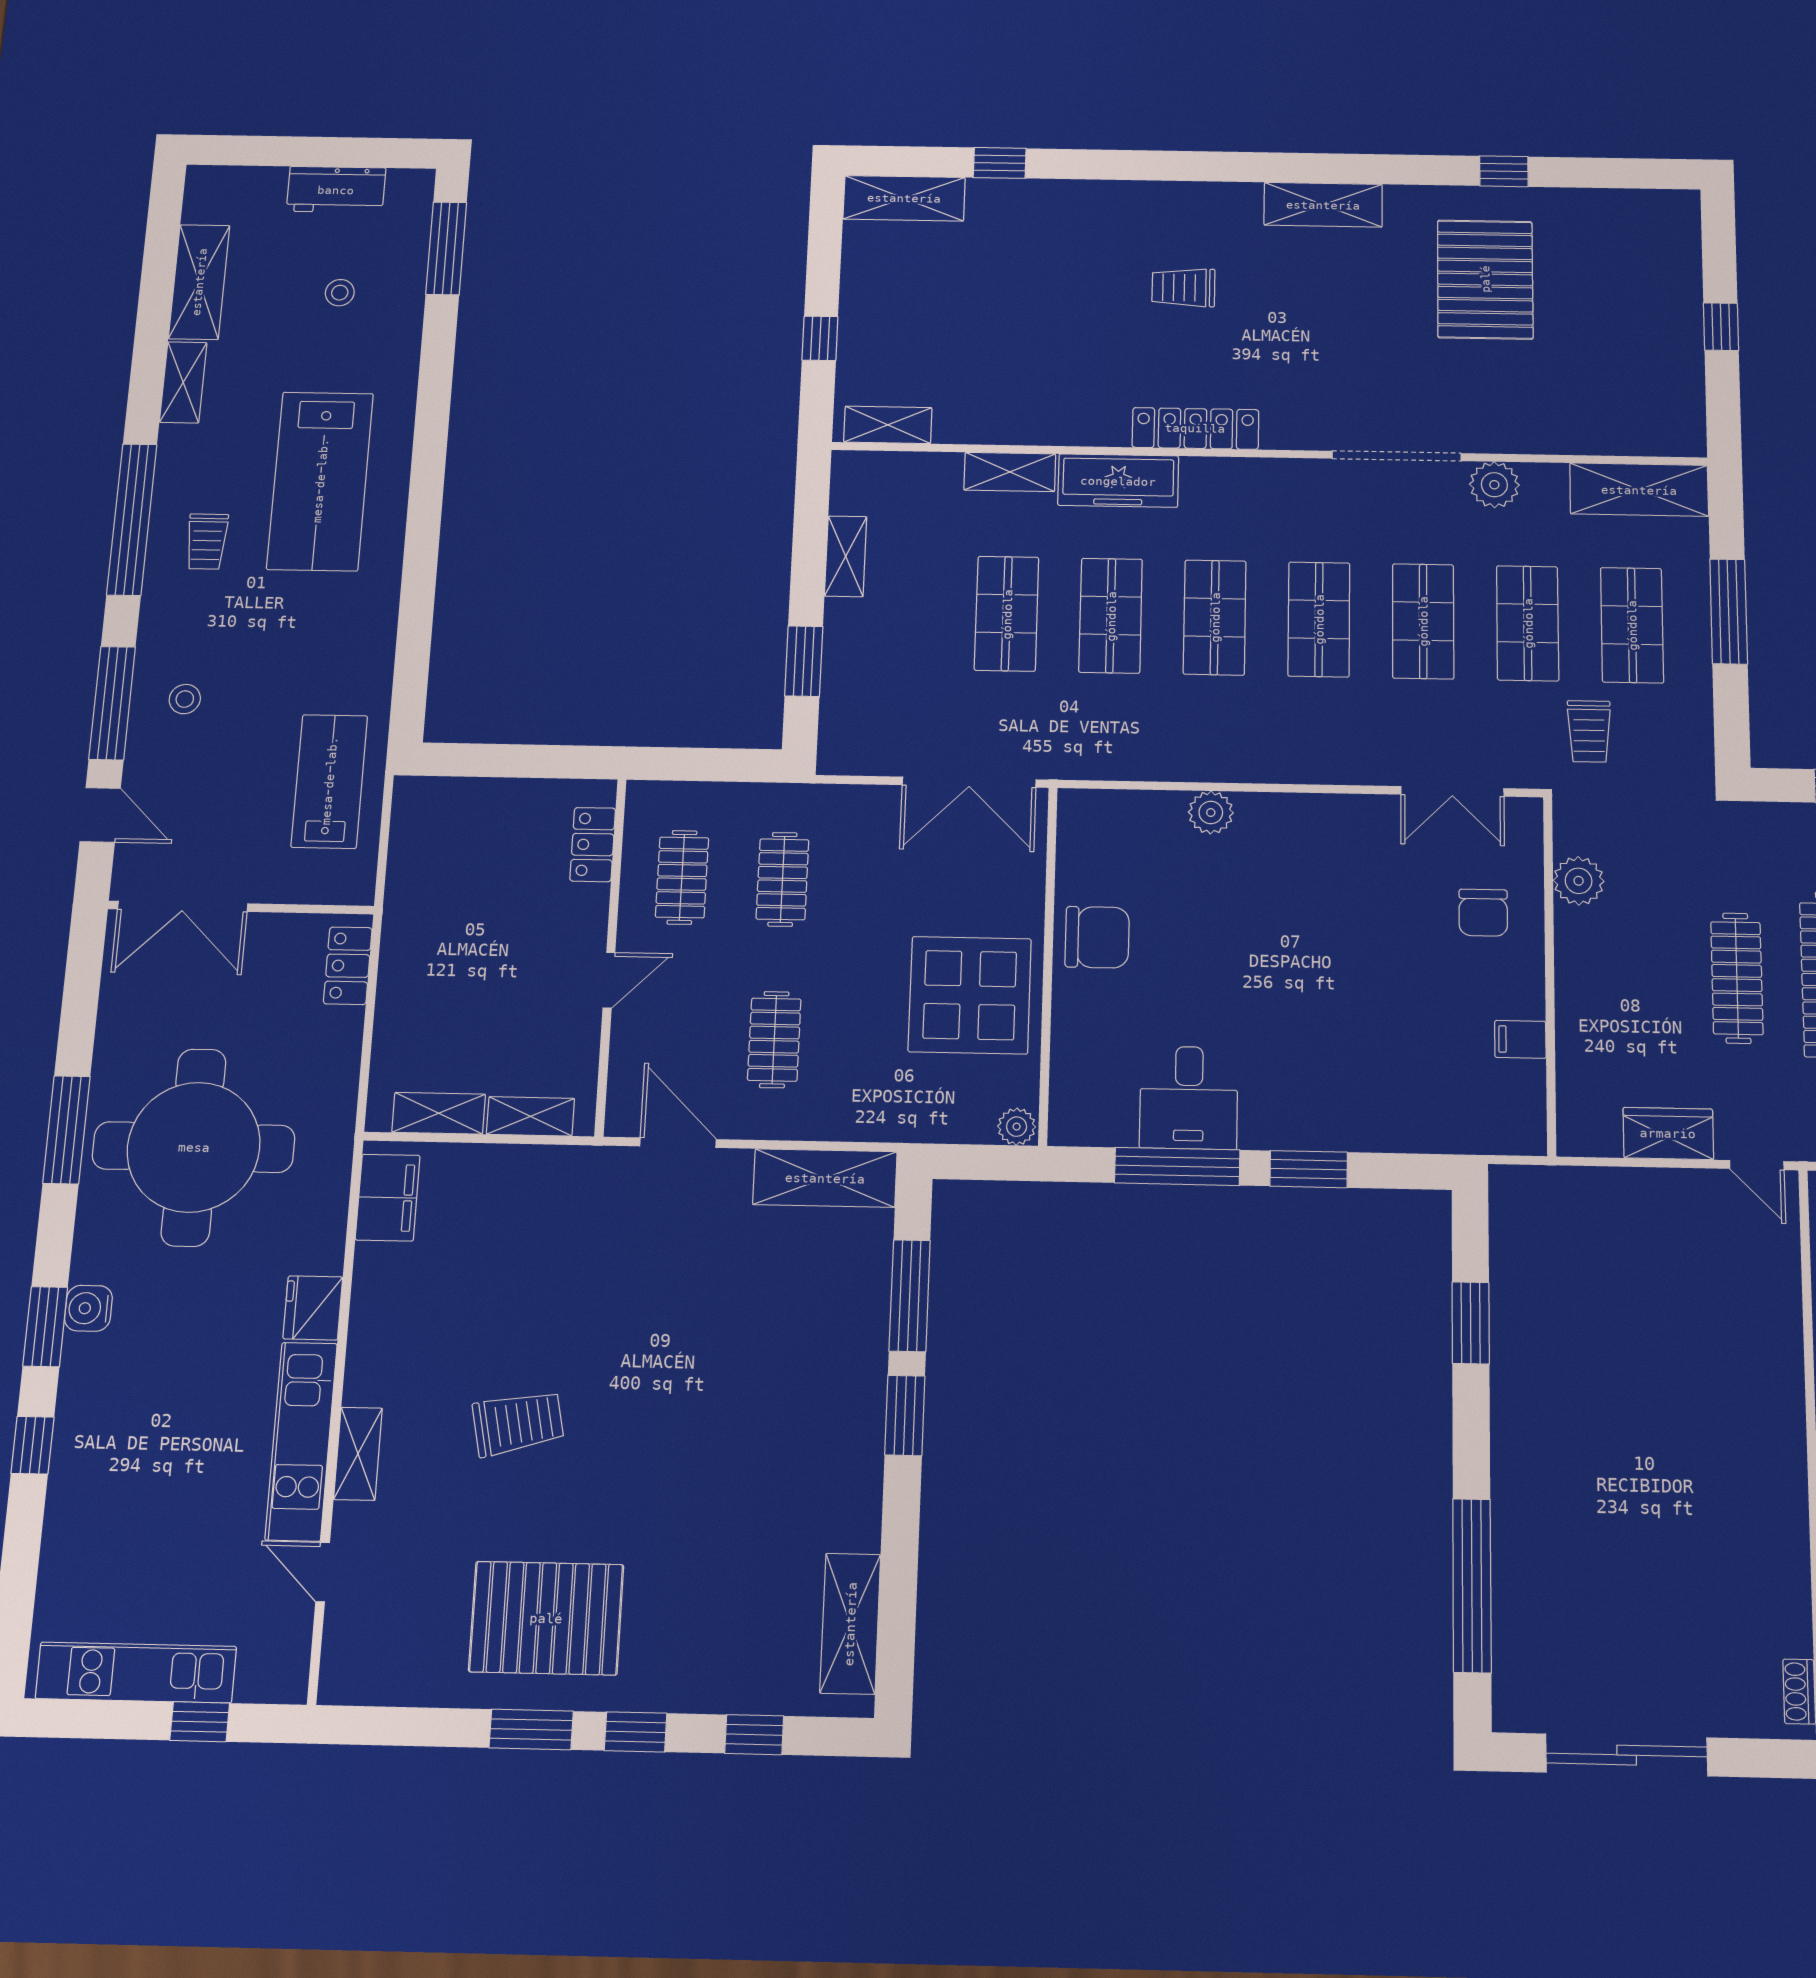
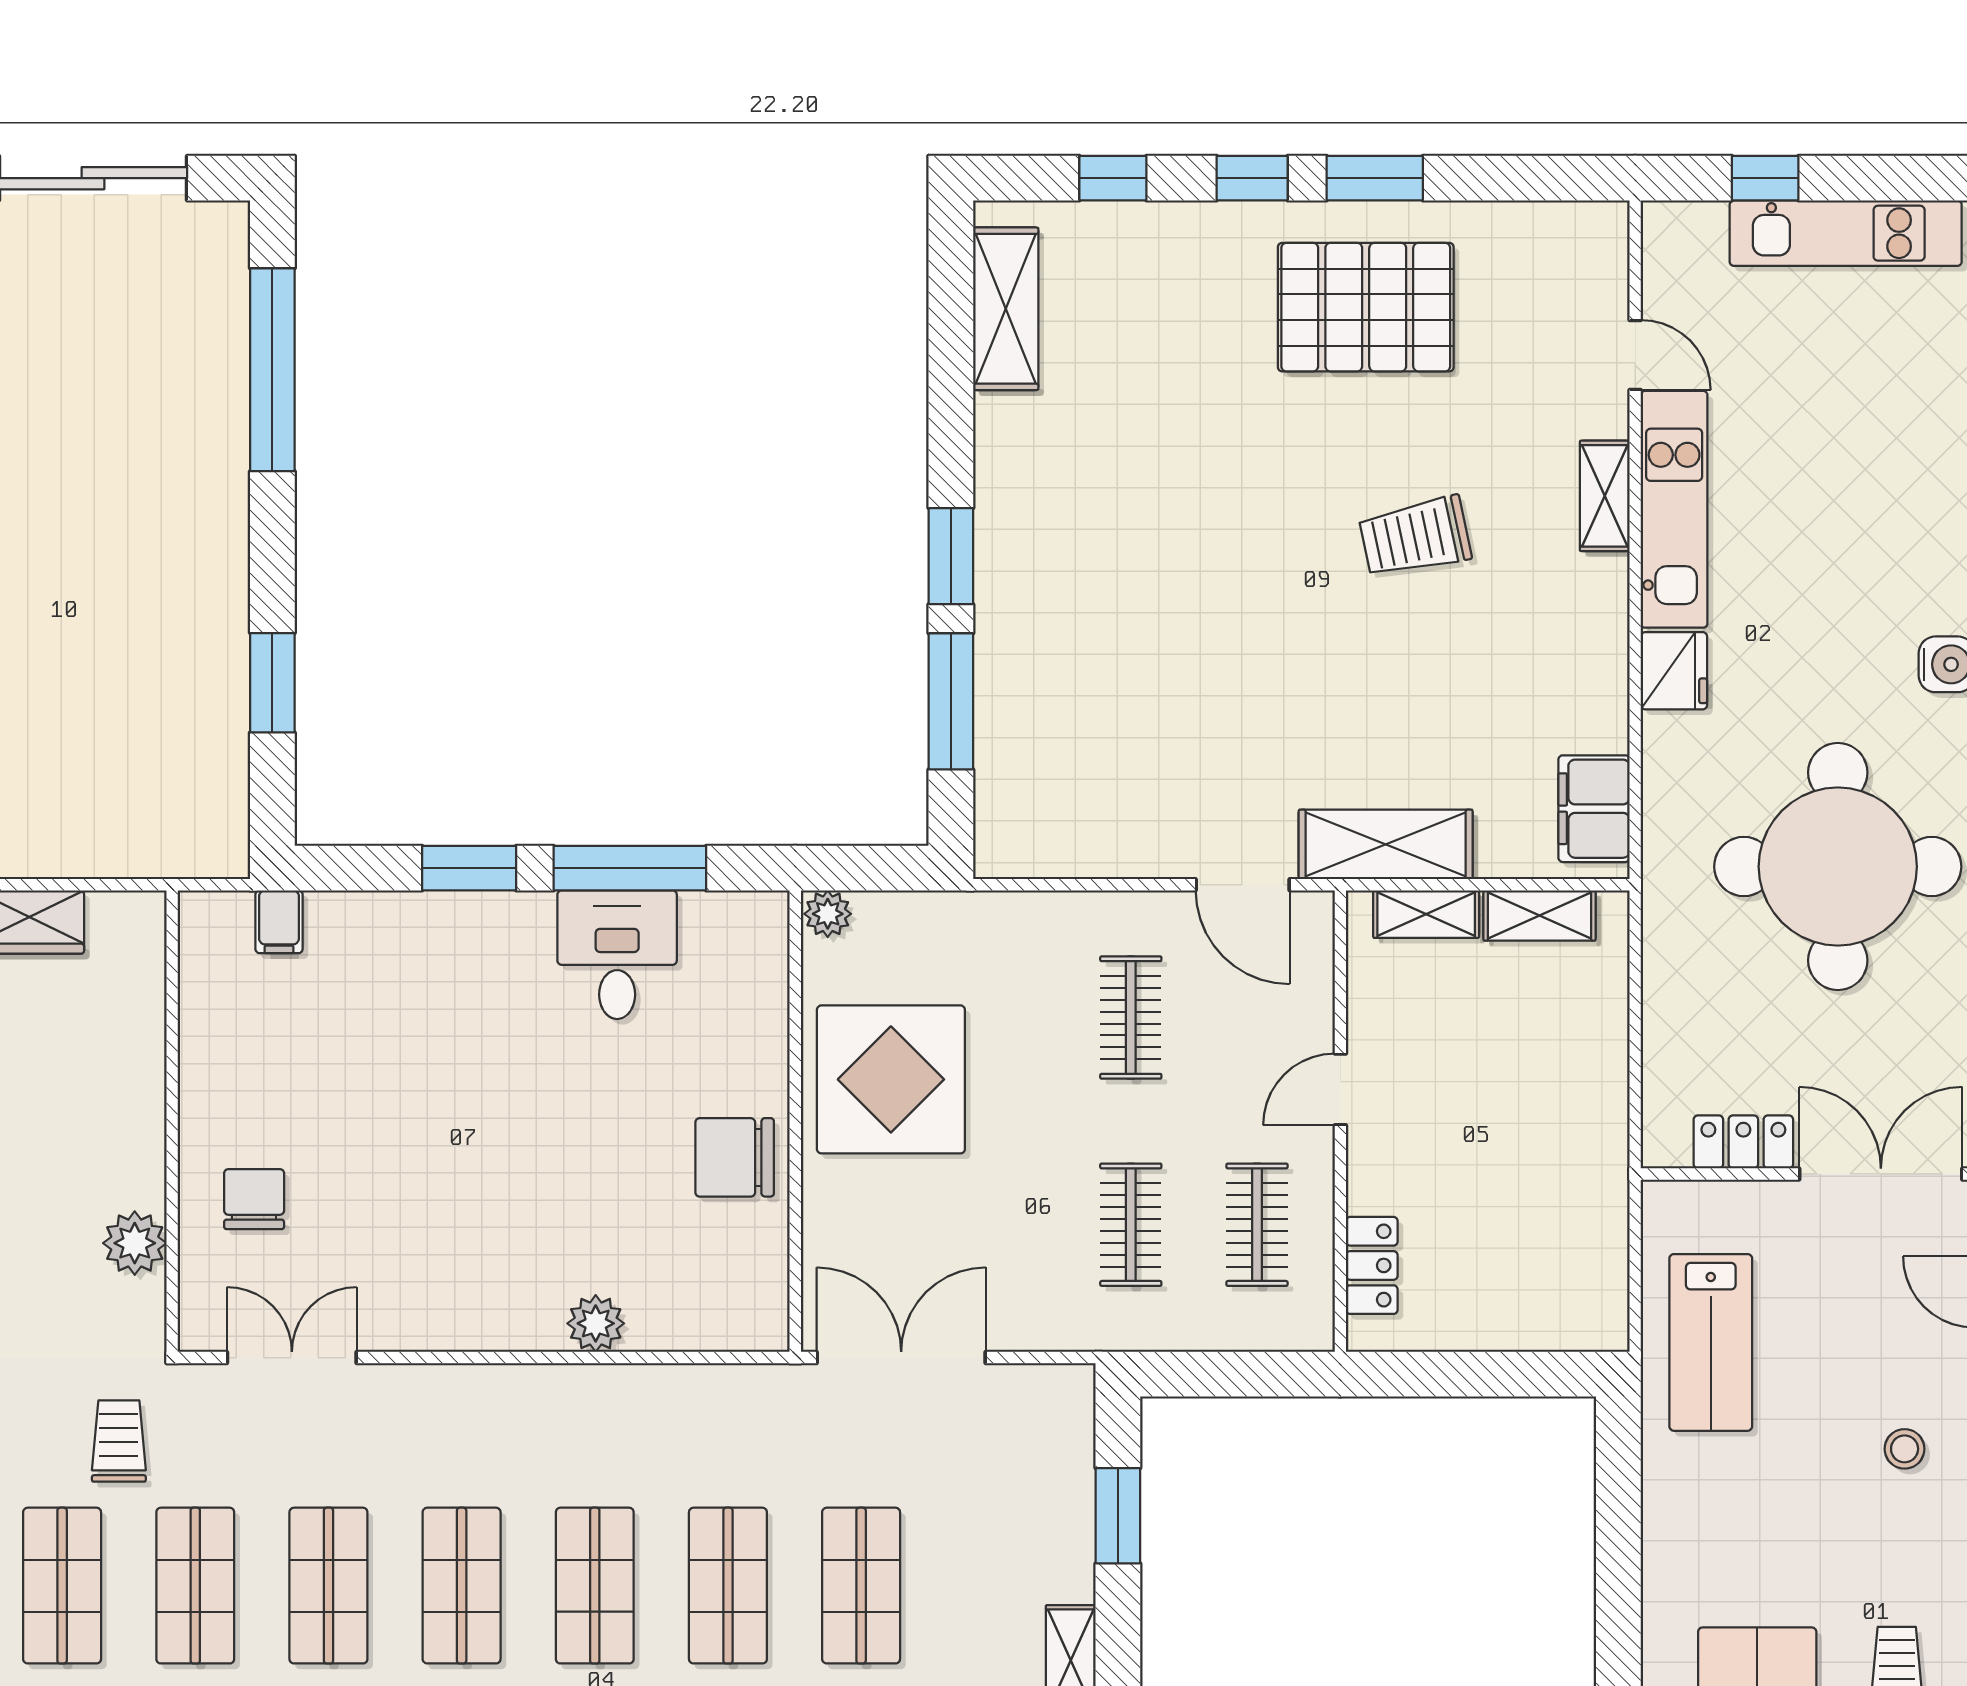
locker: (348, 966) -> (1743, 1142), moved, turned -90
filing cabinet: (1520, 1039) -> (279, 922), moved, turned 90
shelving: (825, 1178) -> (1386, 844), moved

